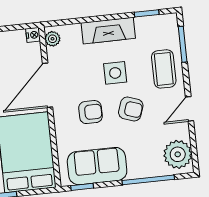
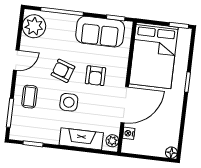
fireplace: (108, 31) -> (81, 139), moved
nightstand: (33, 35) -> (129, 133), moved
coffee table: (164, 69) -> (30, 97), width x0.73, depth x0.77
armchair: (90, 112) -> (95, 76), turned -90

